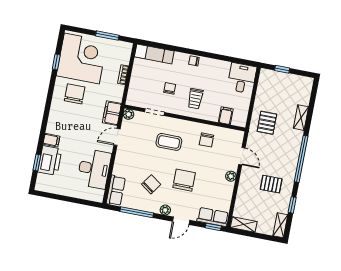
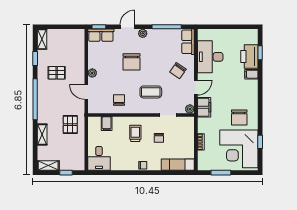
chair: (151, 184) -> (178, 71), moved
shelving: (244, 225) -> (48, 166), moved

